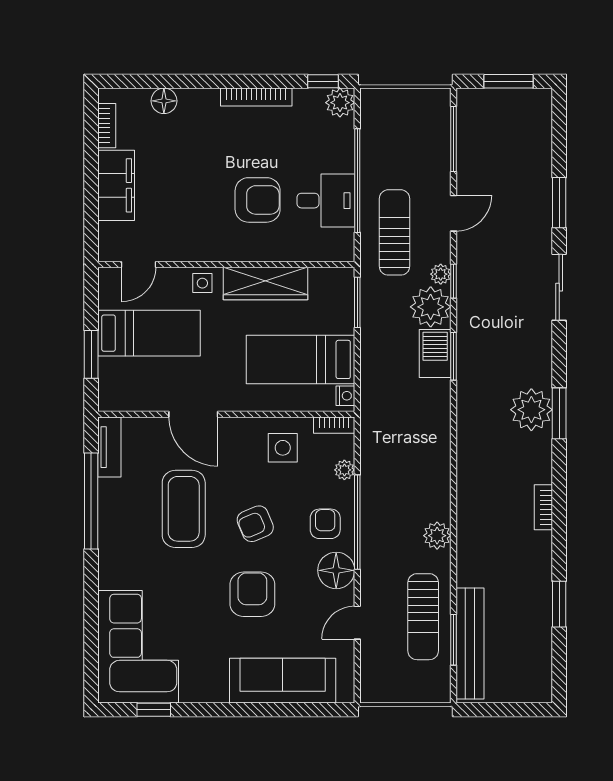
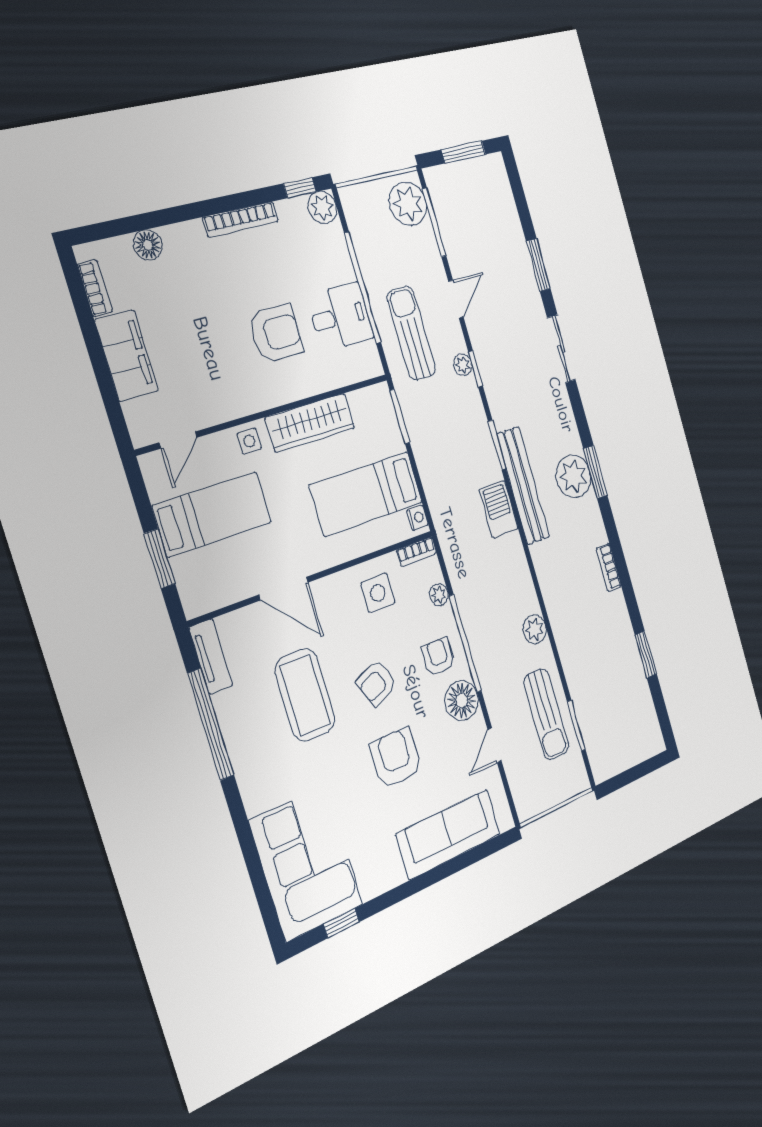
plant: (431, 307) -> (408, 204), moved
barbecue: (435, 353) -> (499, 509), moved
bench: (470, 643) -> (523, 486), moved

